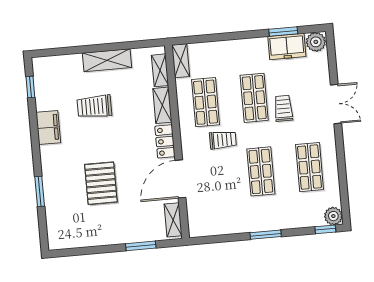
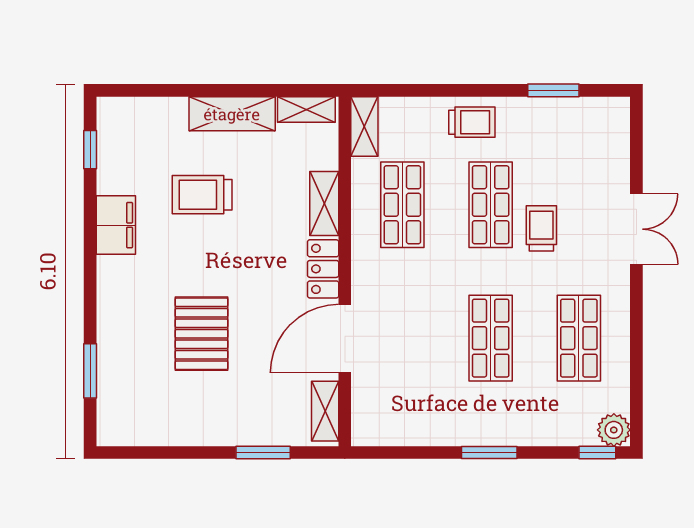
plant: (316, 42) -> (610, 114), removed
freezer: (287, 46) -> (557, 118), removed
shelving: (160, 70) -> (306, 109), moved, turned 90
trolley: (223, 140) -> (472, 122), moved
window: (40, 191) -> (90, 371), moved

